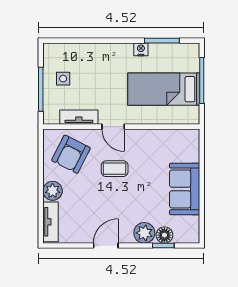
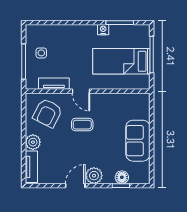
plant: (144, 233) -> (94, 176), moved

